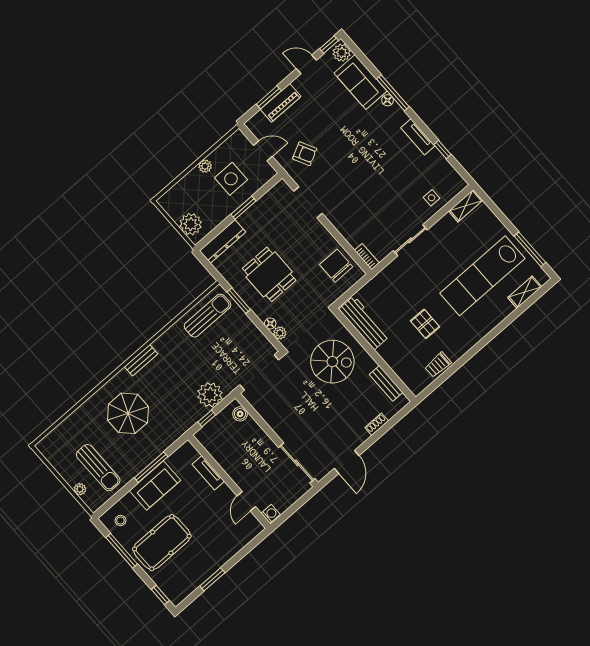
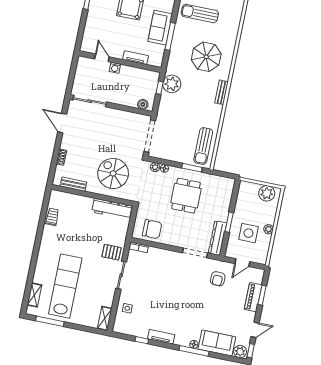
armchair: (305, 154) -> (218, 279), turned -60
plant: (191, 224) -> (267, 193), moved
dresser: (223, 241) -> (217, 238), moved
dining table: (269, 274) -> (186, 196), turned 90
pallet: (425, 324) -> (112, 252), moved
spiral stairs: (332, 362) -> (113, 173), turned 90
plant: (210, 395) -> (172, 84), moved
washing machine: (271, 514) -> (115, 68), moved

